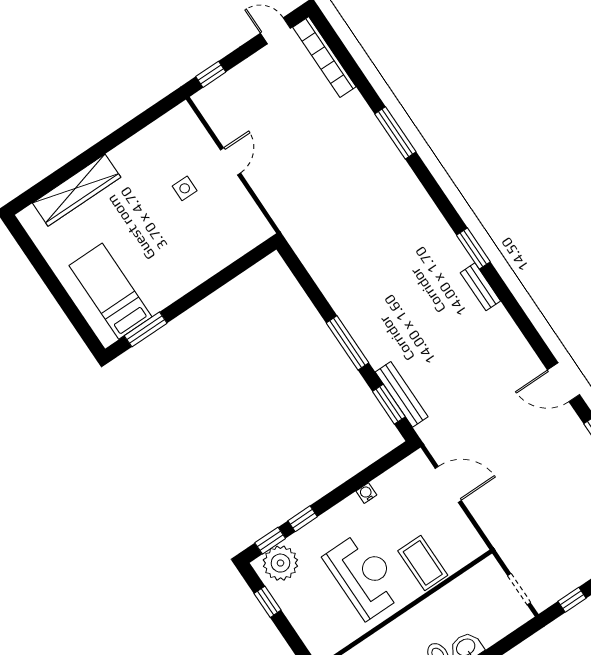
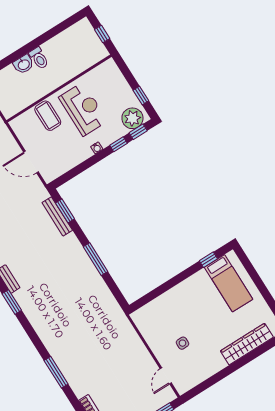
door: (230, 161) -> (166, 376), moved
window: (146, 329) -> (208, 260), width x0.67
window: (348, 343) -> (95, 259), moved
water cooler: (366, 493) -> (97, 148), moved
reception desk: (364, 576) -> (83, 109), turned 180

